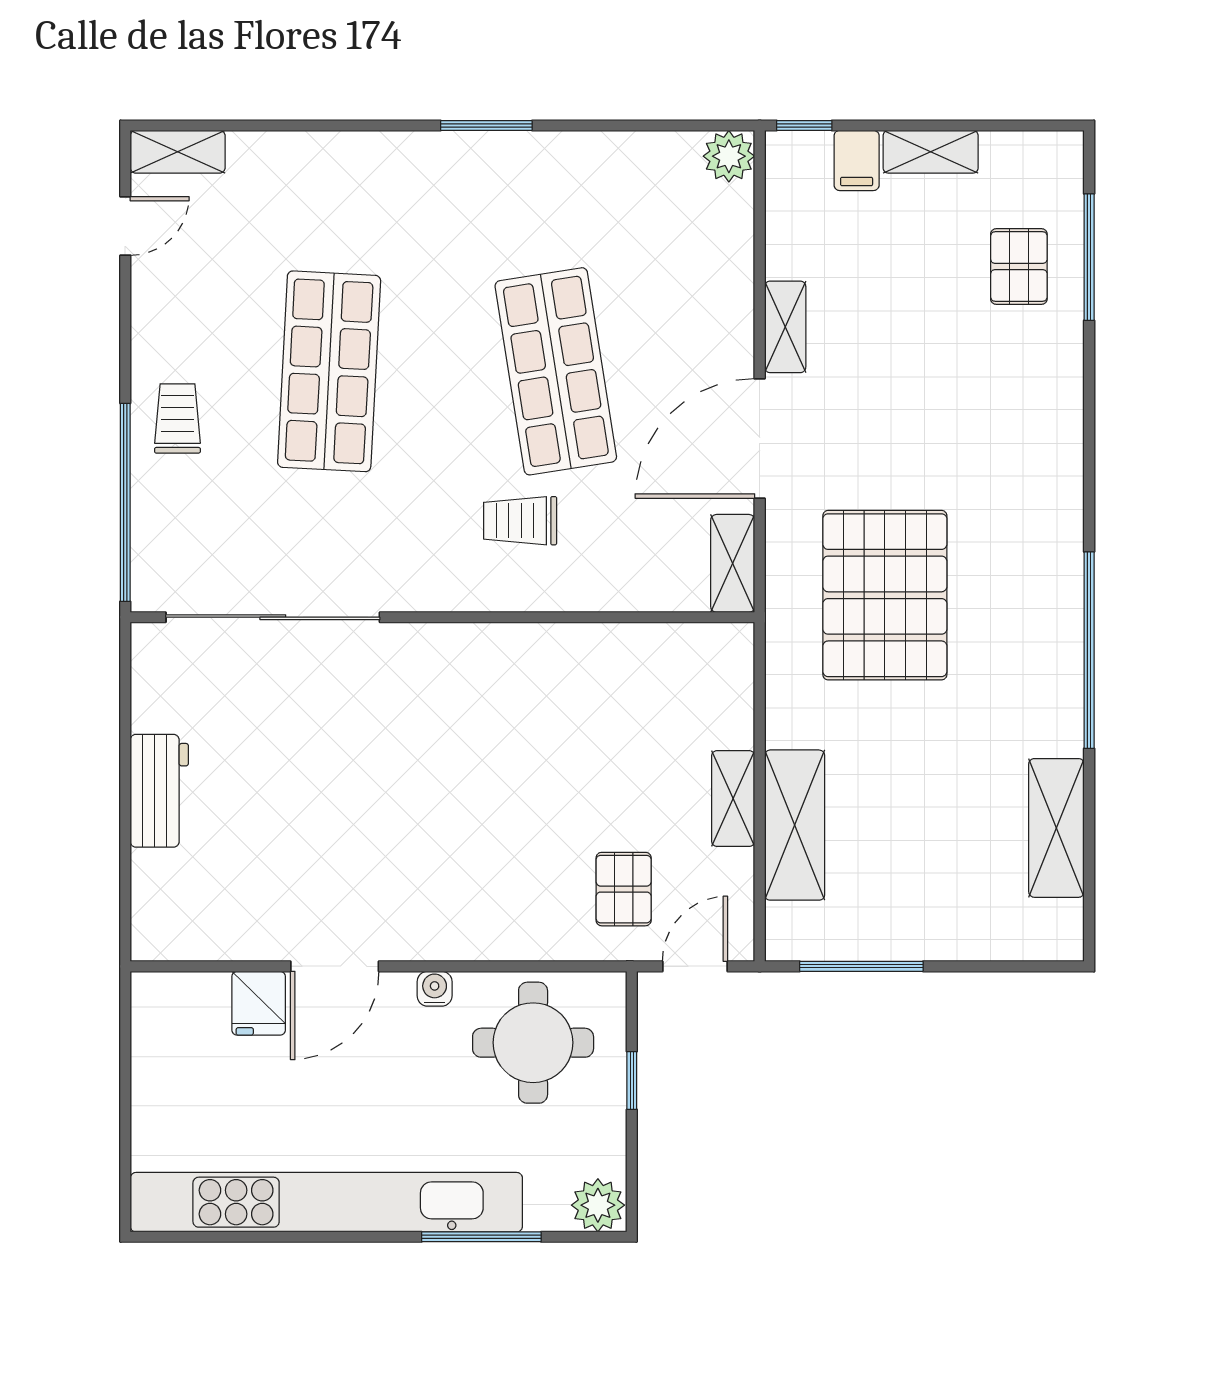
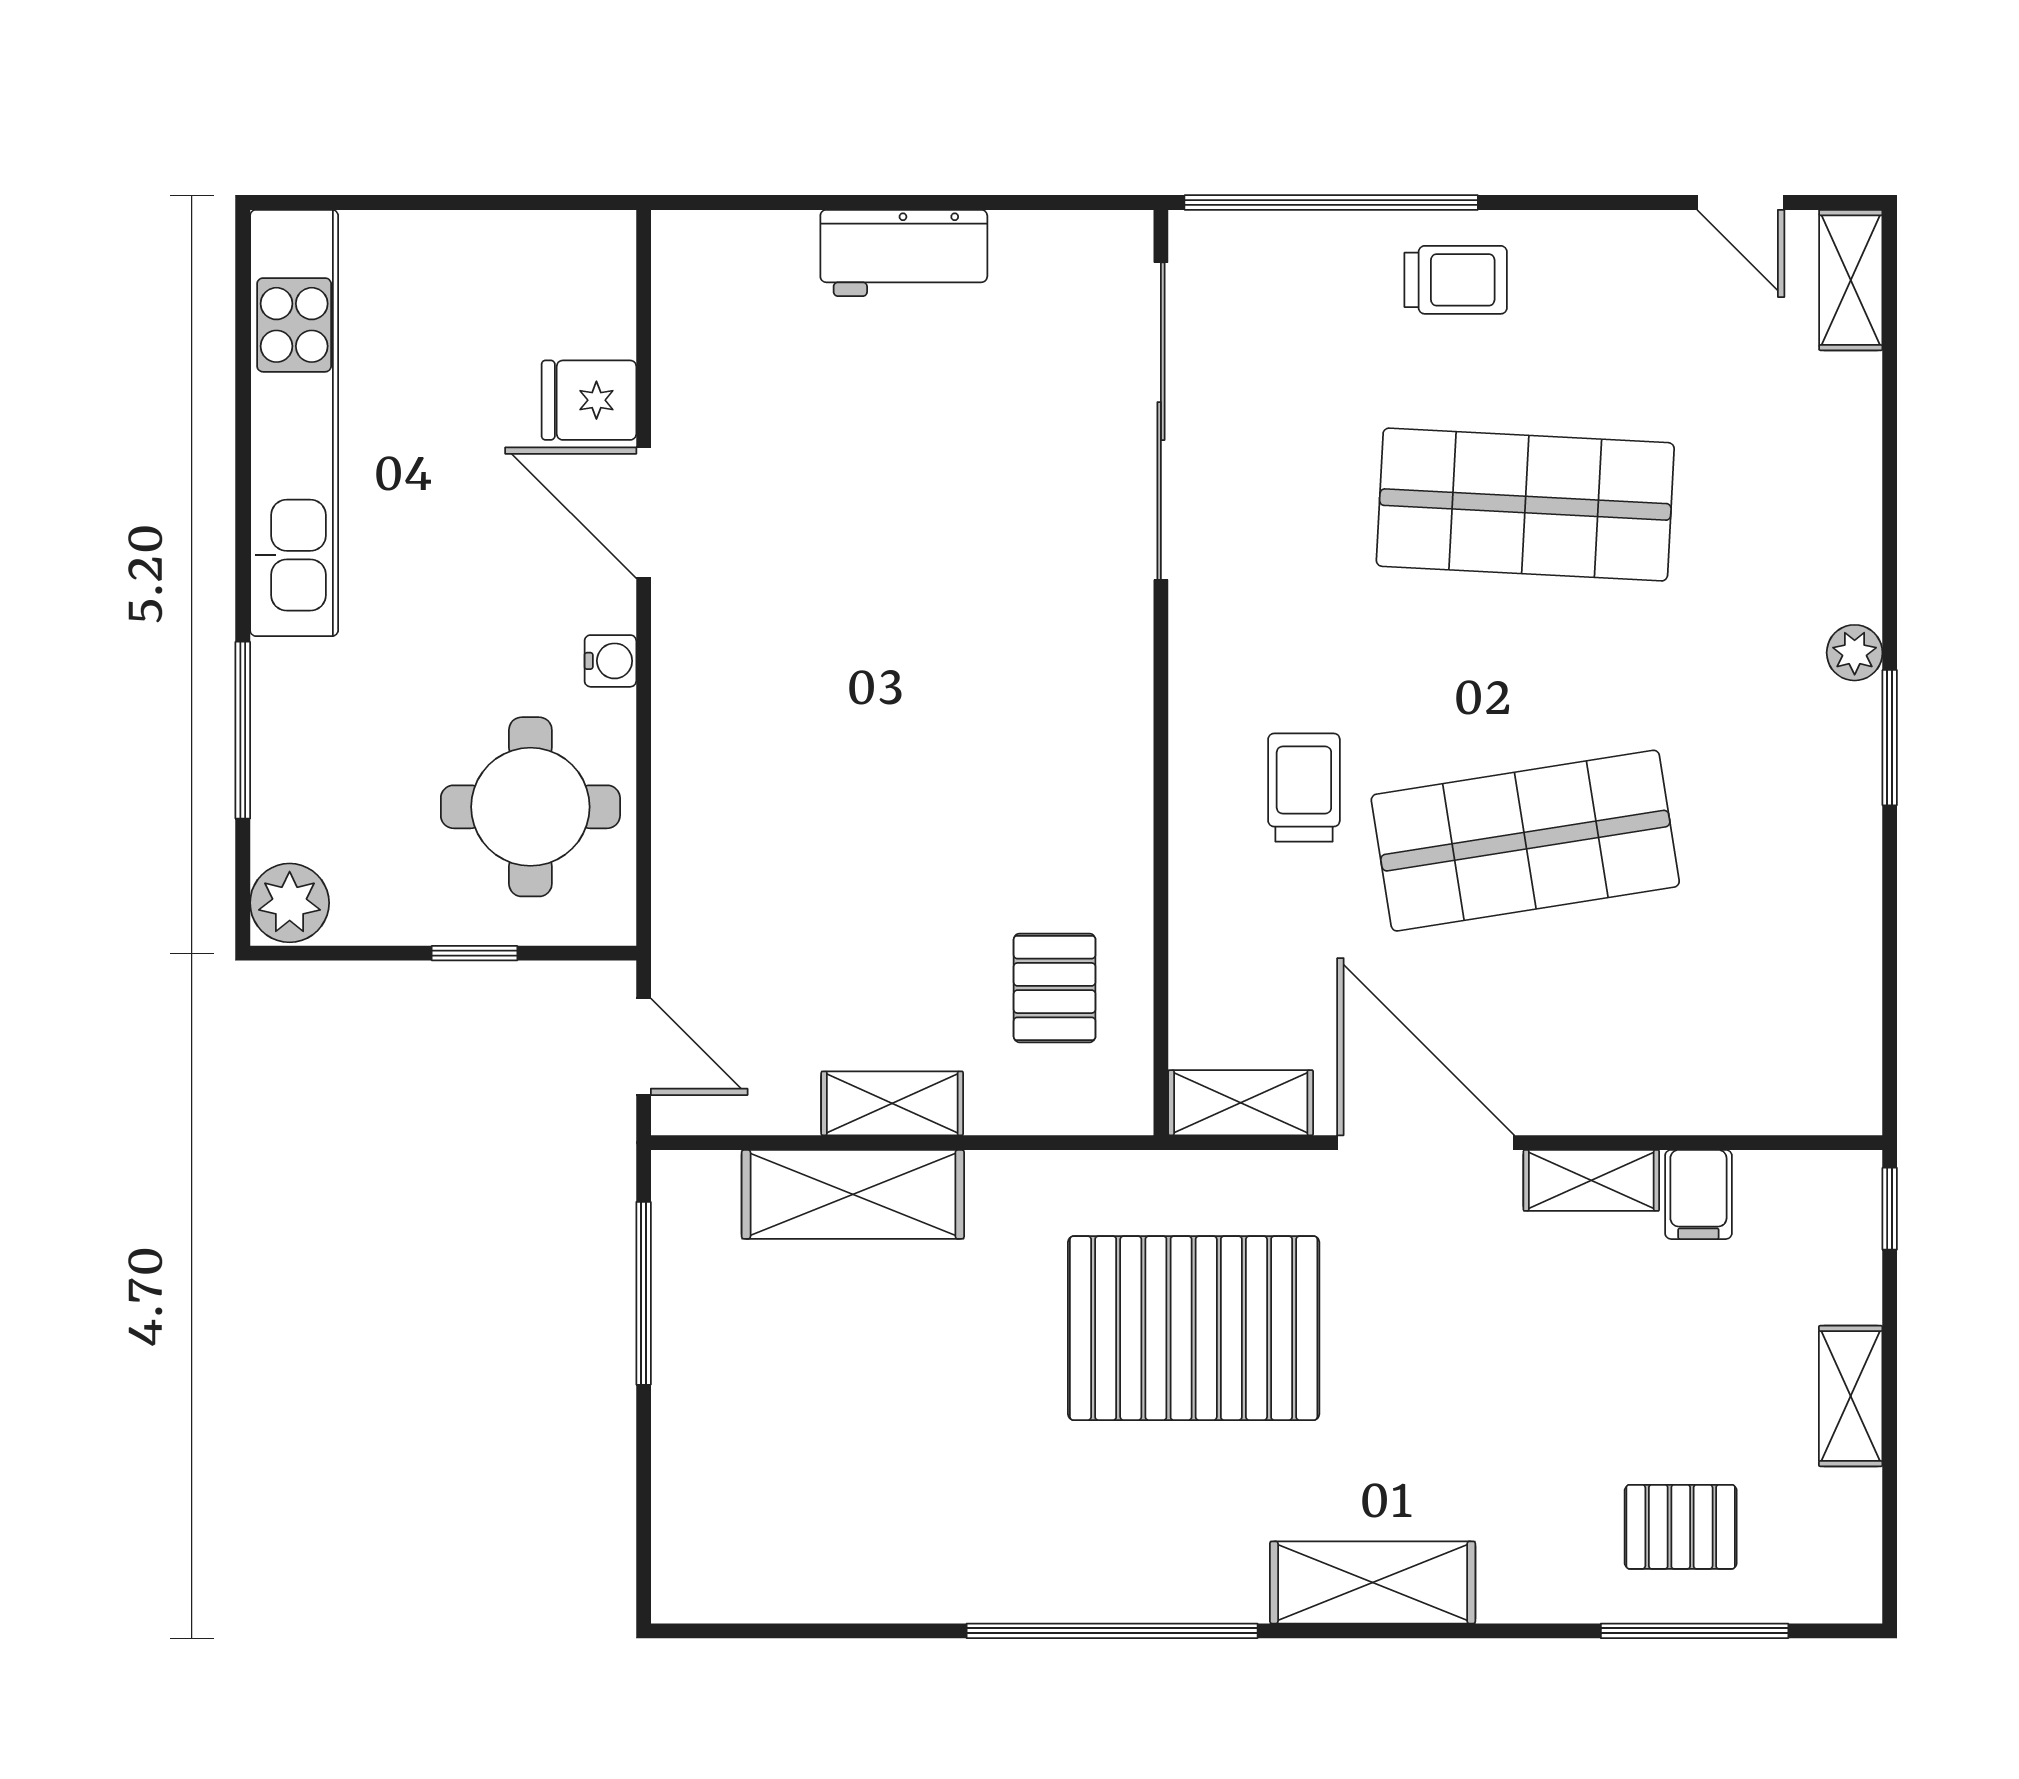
plant: (729, 156) -> (1855, 653), moved, width x0.73, depth x0.73
filing cabinet: (857, 160) -> (1698, 1194), moved, turned -90
shelving: (1056, 828) -> (1373, 1582), moved
pallet: (624, 889) -> (1055, 988), moved, turned 90
kitchen unit: (326, 1202) -> (294, 423), width x0.73

